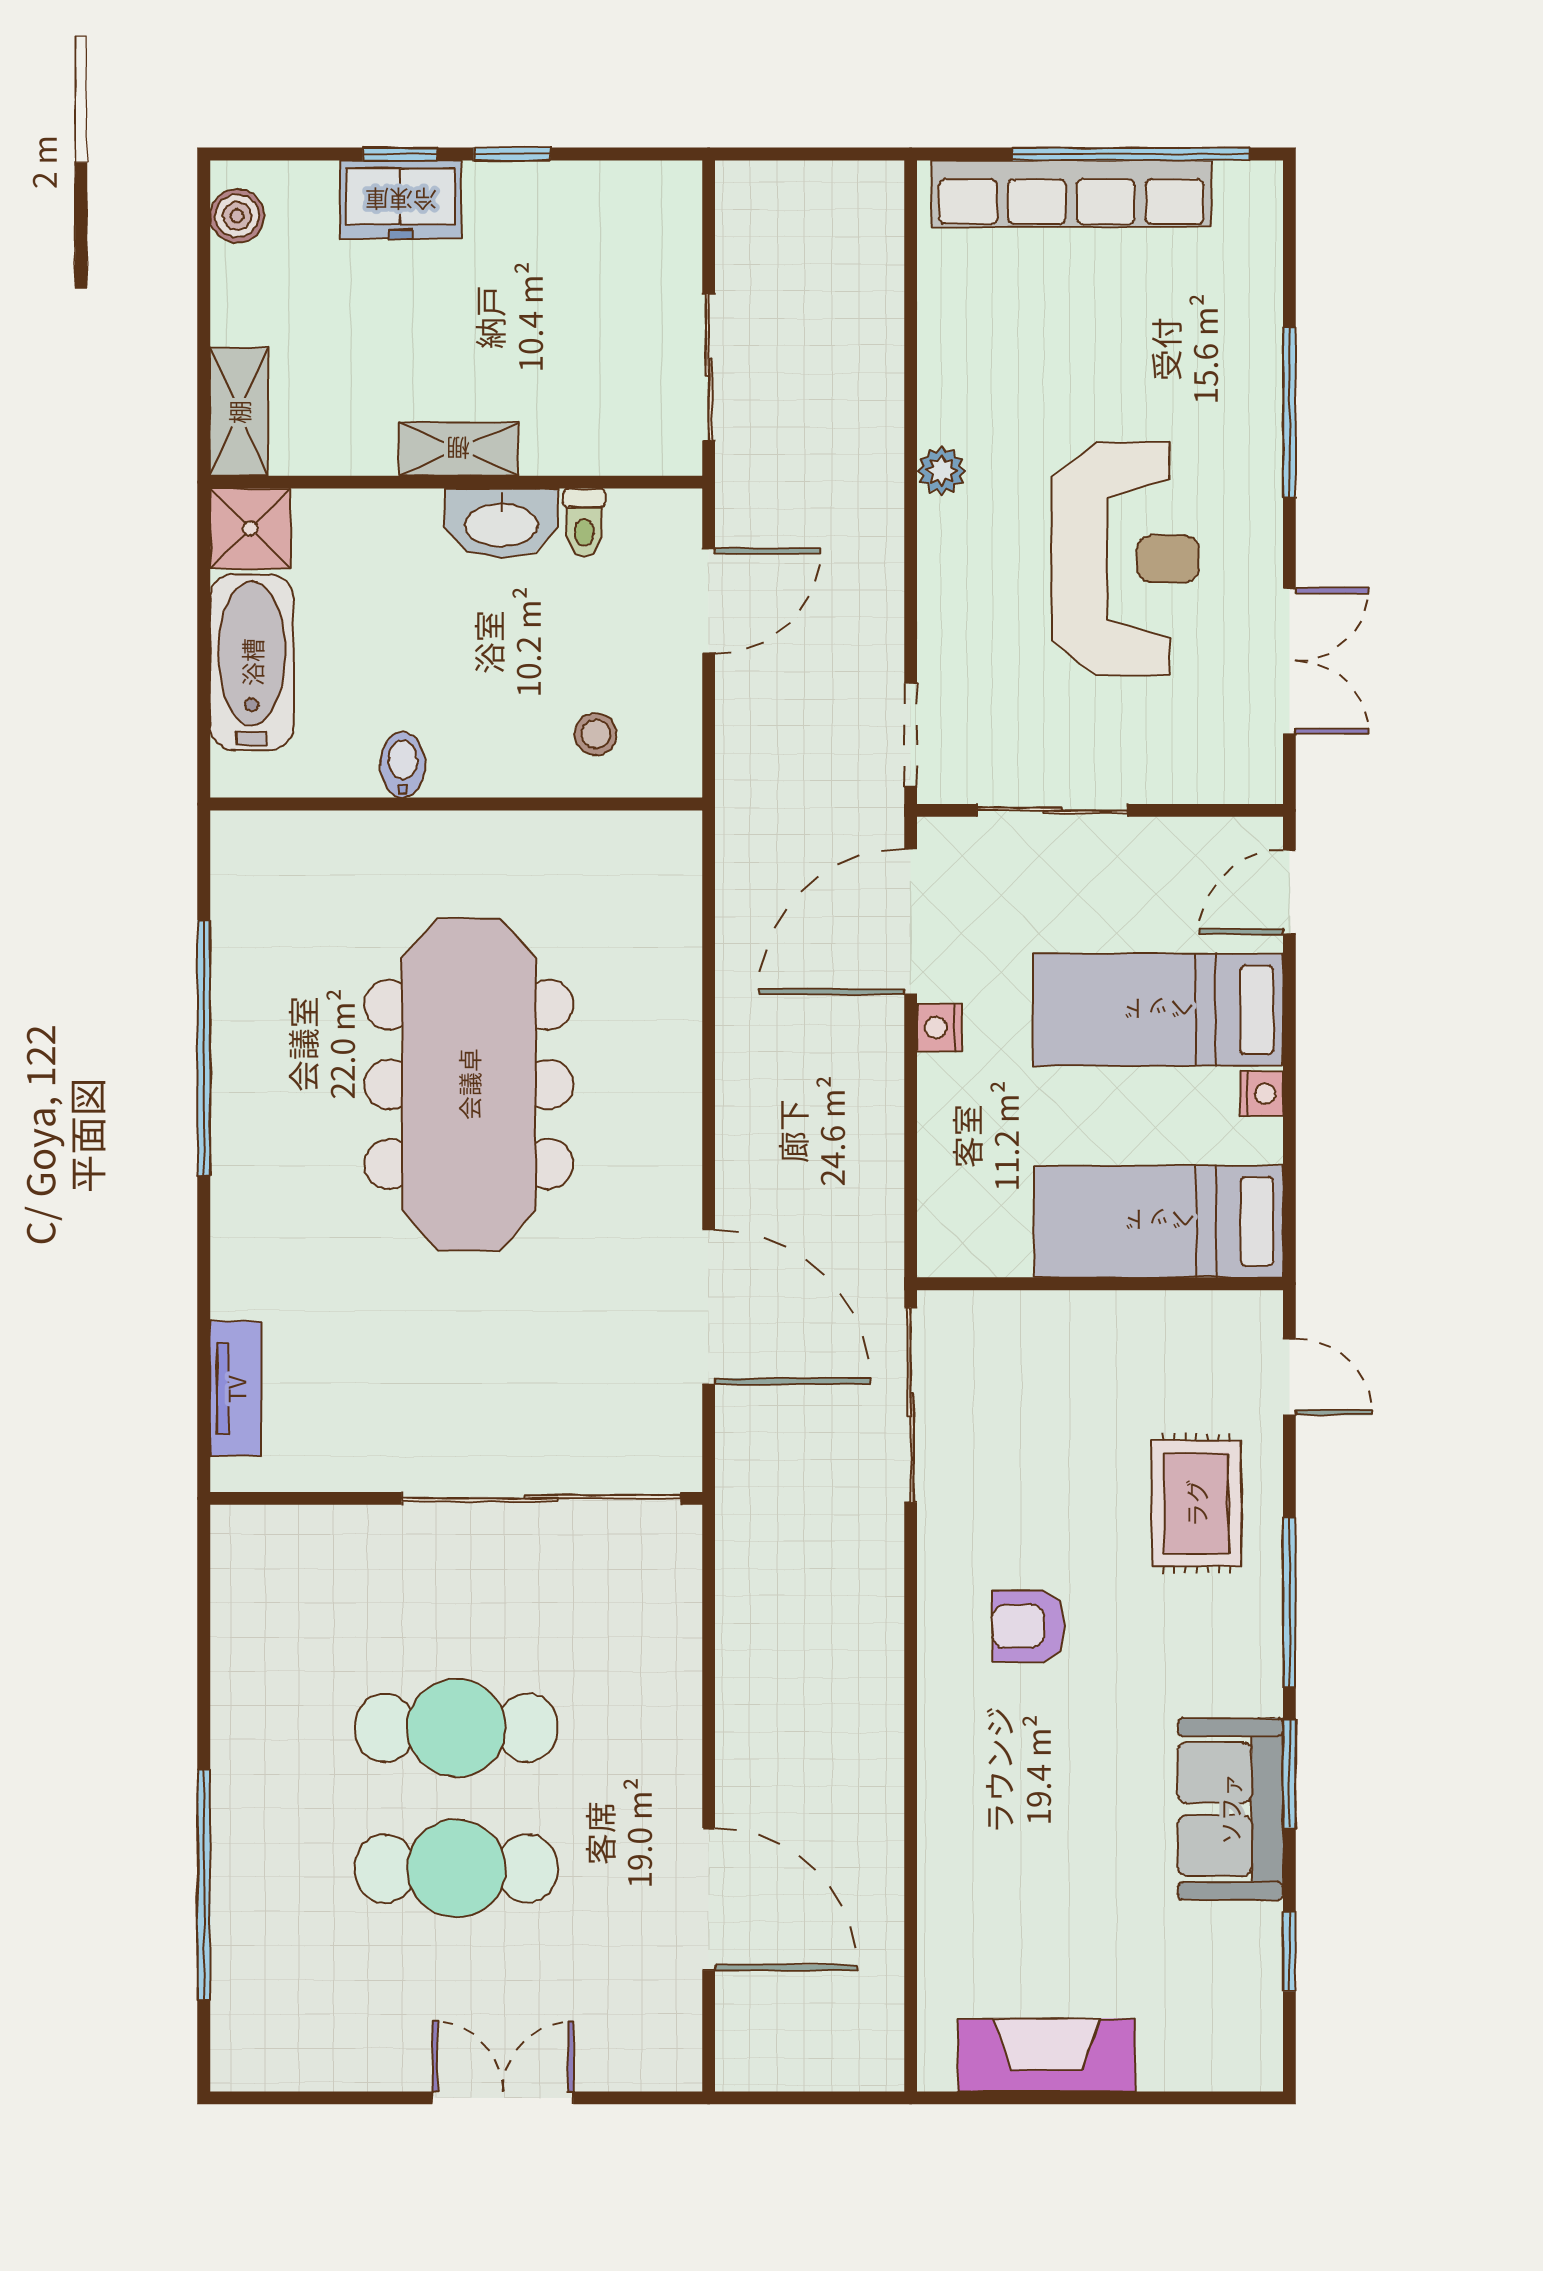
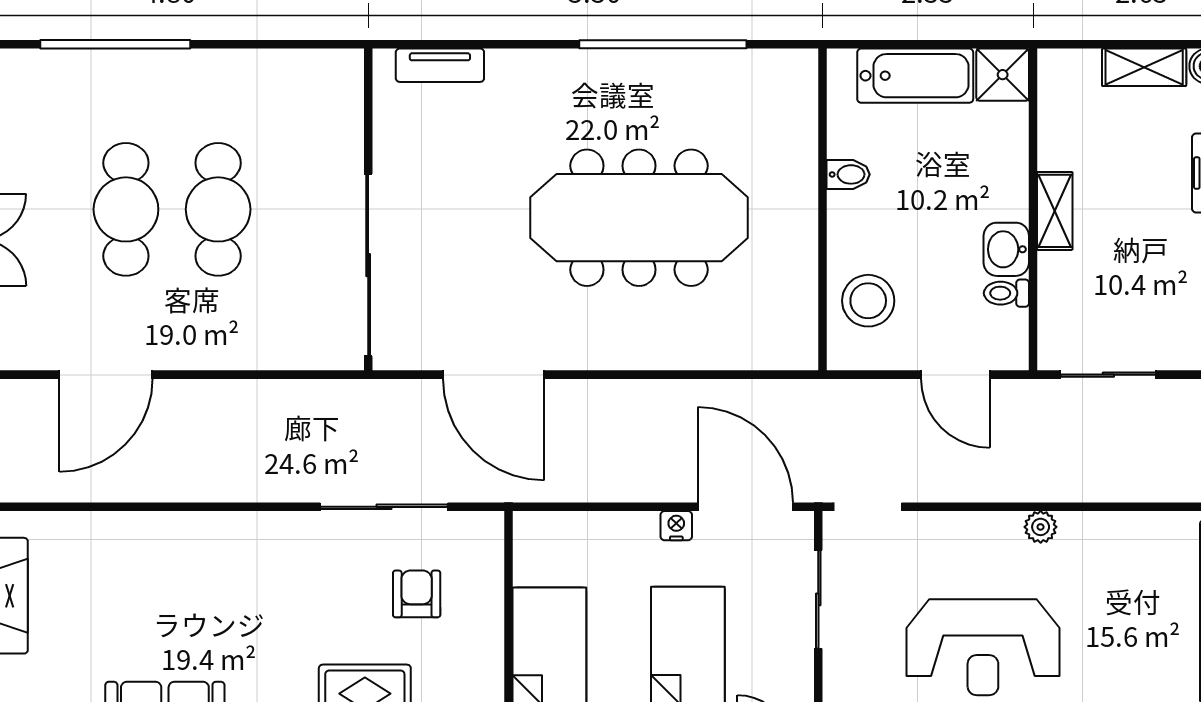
shelving: (239, 412) -> (1144, 67), moved
washbasin: (501, 523) -> (1006, 249), width x0.72
stool: (596, 734) -> (868, 301), width x1.89, depth x1.89
door: (709, 1307) -> (494, 375), hinge flipped
sliding door: (911, 1405) -> (384, 507), moved
armchair: (1028, 1626) -> (417, 594), moved

